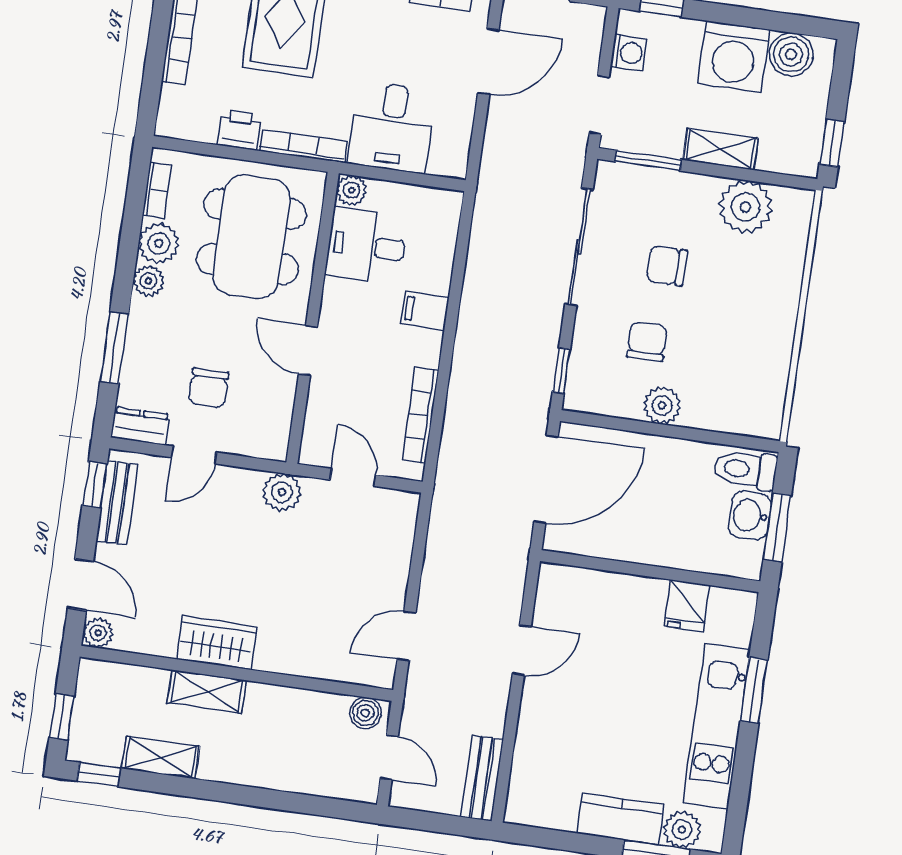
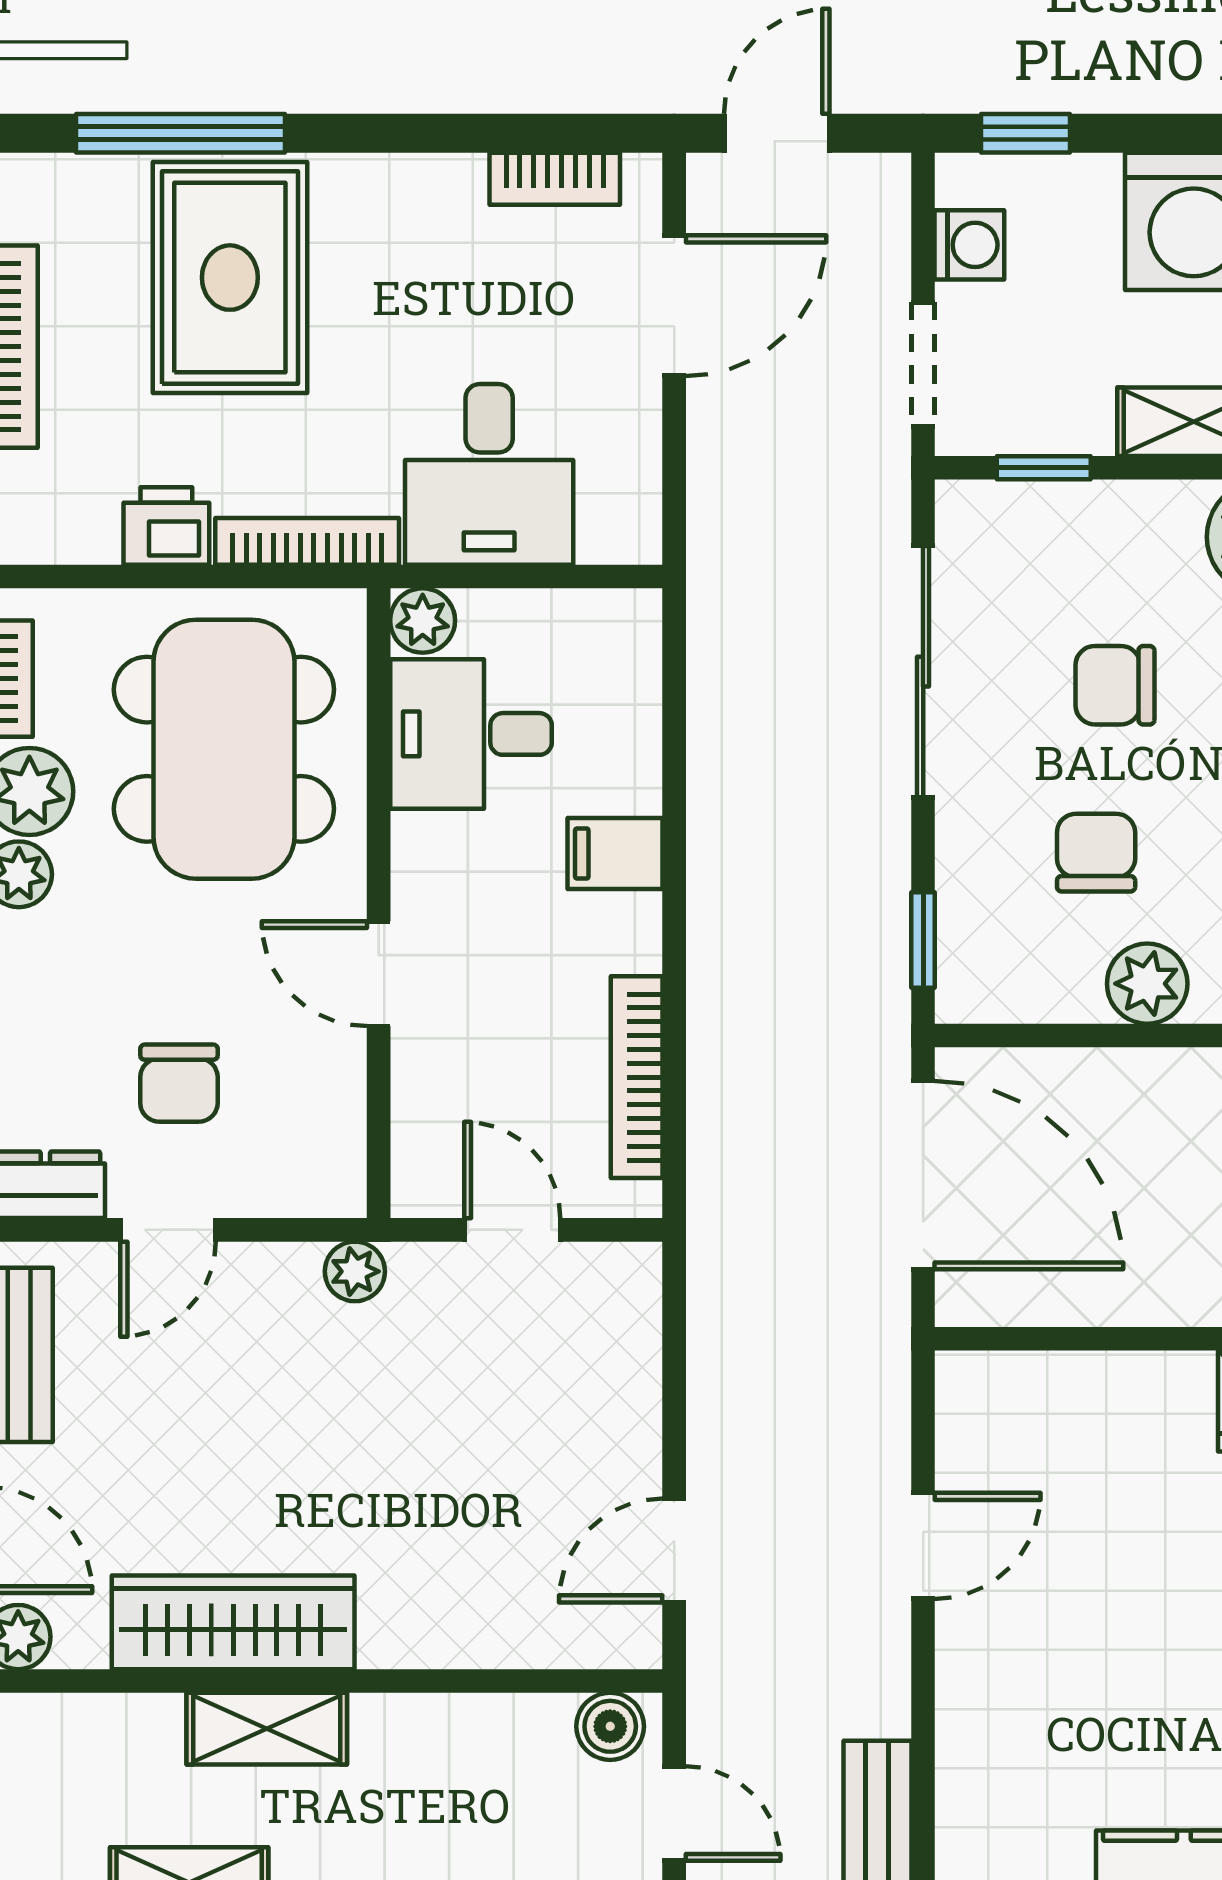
window: (648, 161) -> (1044, 468), width x0.67
door: (546, 479) -> (923, 1175), hinge flipped
plant: (282, 492) -> (355, 1271), width x0.73, depth x0.73
wardrobe: (217, 643) -> (233, 1622), width x1.50

